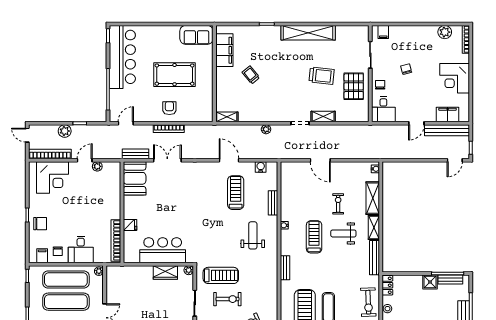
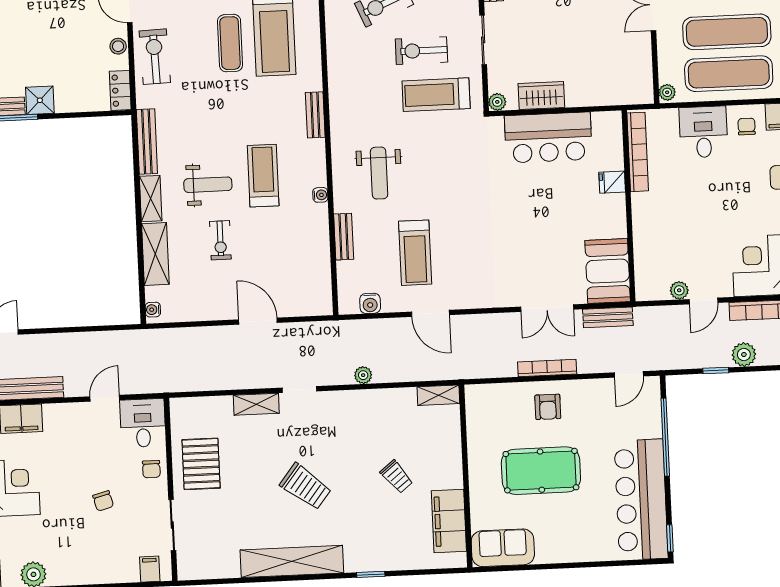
trolley: (322, 76) -> (306, 487), moved, turned -148
door: (416, 123) -> (105, 398), moved
treadmill: (314, 237) -> (263, 176), turned 180

